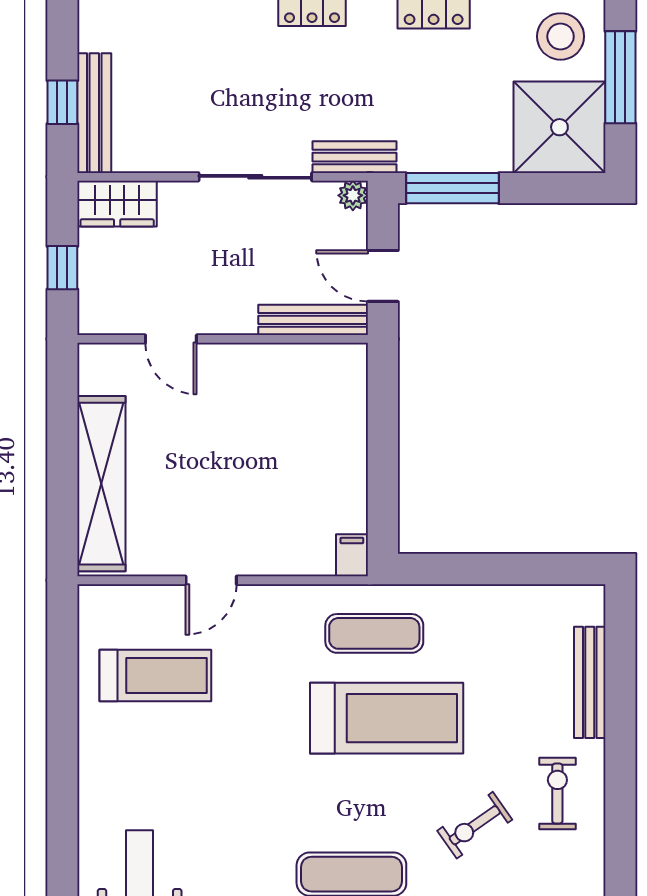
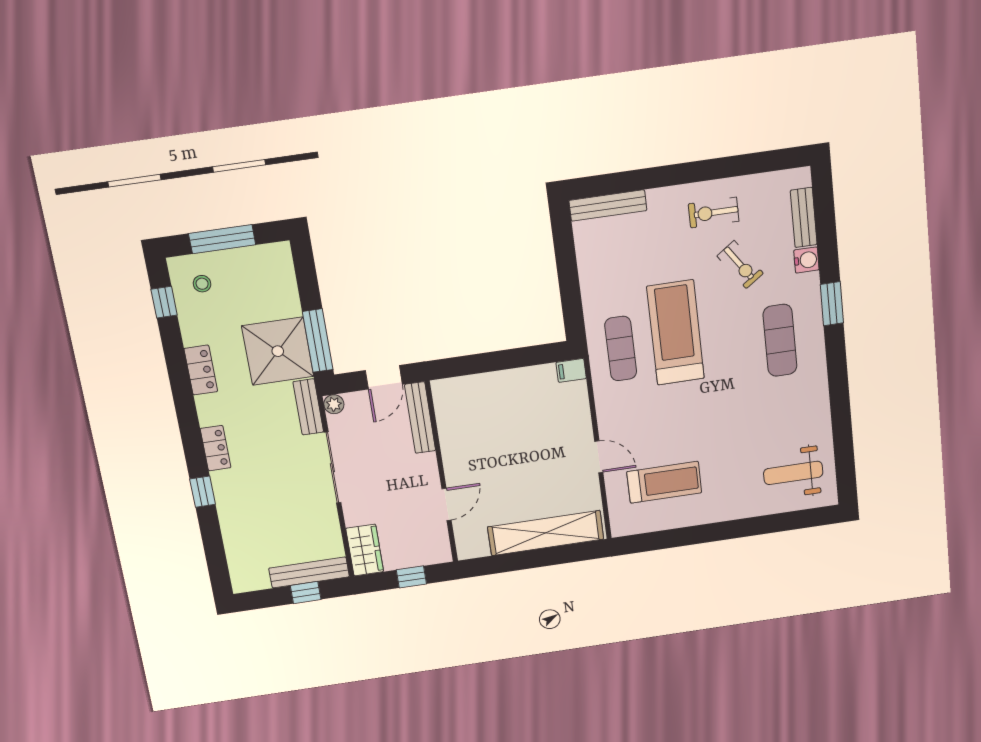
stool: (561, 36) -> (202, 284), width x0.53, depth x0.53
shower: (559, 127) -> (278, 351), moved
treadmill: (155, 676) -> (664, 482), turned 90
bench: (590, 682) -> (608, 205), moved

